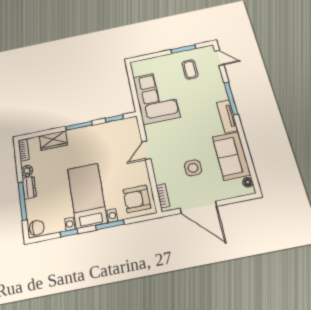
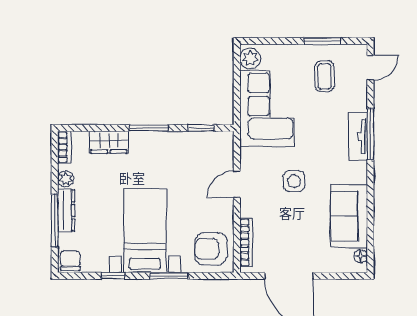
door: (219, 58) -> (370, 68), hinge flipped
plant: (138, 69) -> (250, 58), added
tv unit: (227, 116) -> (358, 136), moved
side table: (193, 168) -> (294, 181), moved
dresser: (29, 188) -> (66, 210), width x1.44
bookcase: (163, 196) -> (246, 243), width x1.56
chair: (37, 228) -> (70, 261), turned -90

